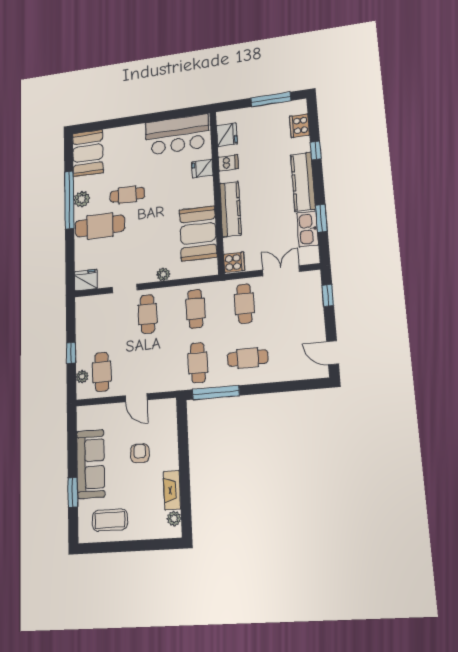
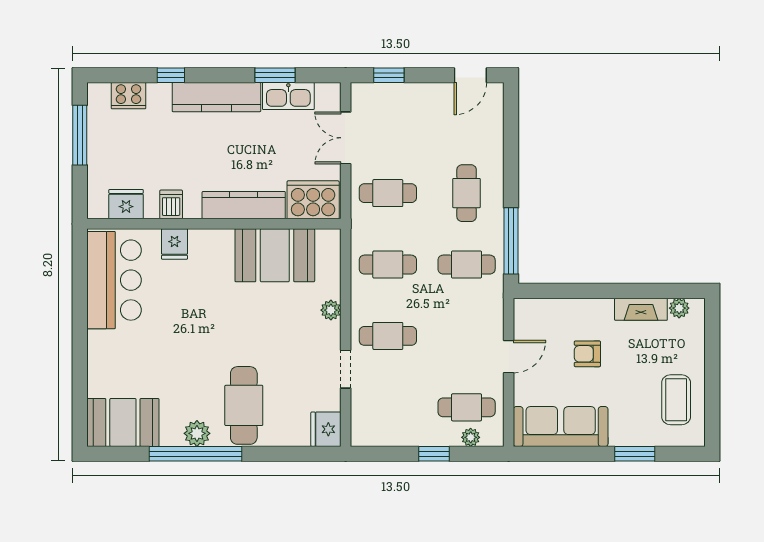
cafe table: (127, 195) -> (200, 361), removed
cooker: (234, 262) -> (313, 200), width x1.87, depth x1.31
sofa: (91, 464) -> (561, 427), moved

